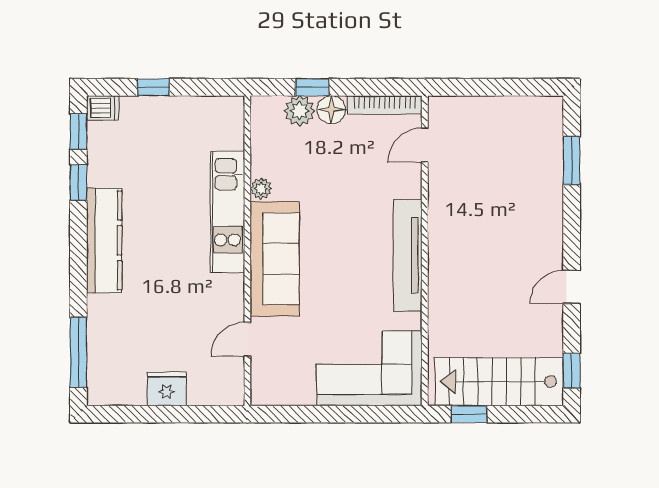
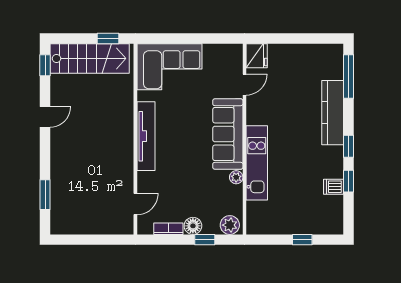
bookcase: (385, 105) -> (168, 229), width x0.64
dishwasher: (103, 108) -> (333, 187), moved
plant: (299, 111) -> (230, 225), moved
window: (78, 132) -> (348, 146), moved
kitchen counter: (104, 240) -> (333, 113), moved
fridge: (167, 389) -> (257, 56), moved, turned -90

